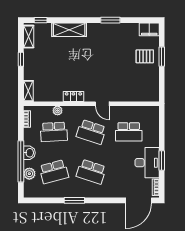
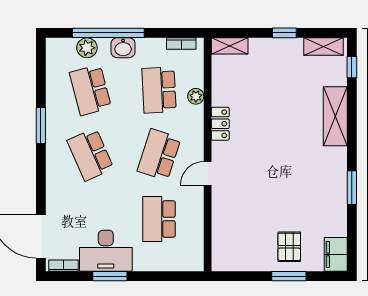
school desk: (91, 172) -> (90, 155), turned -42

